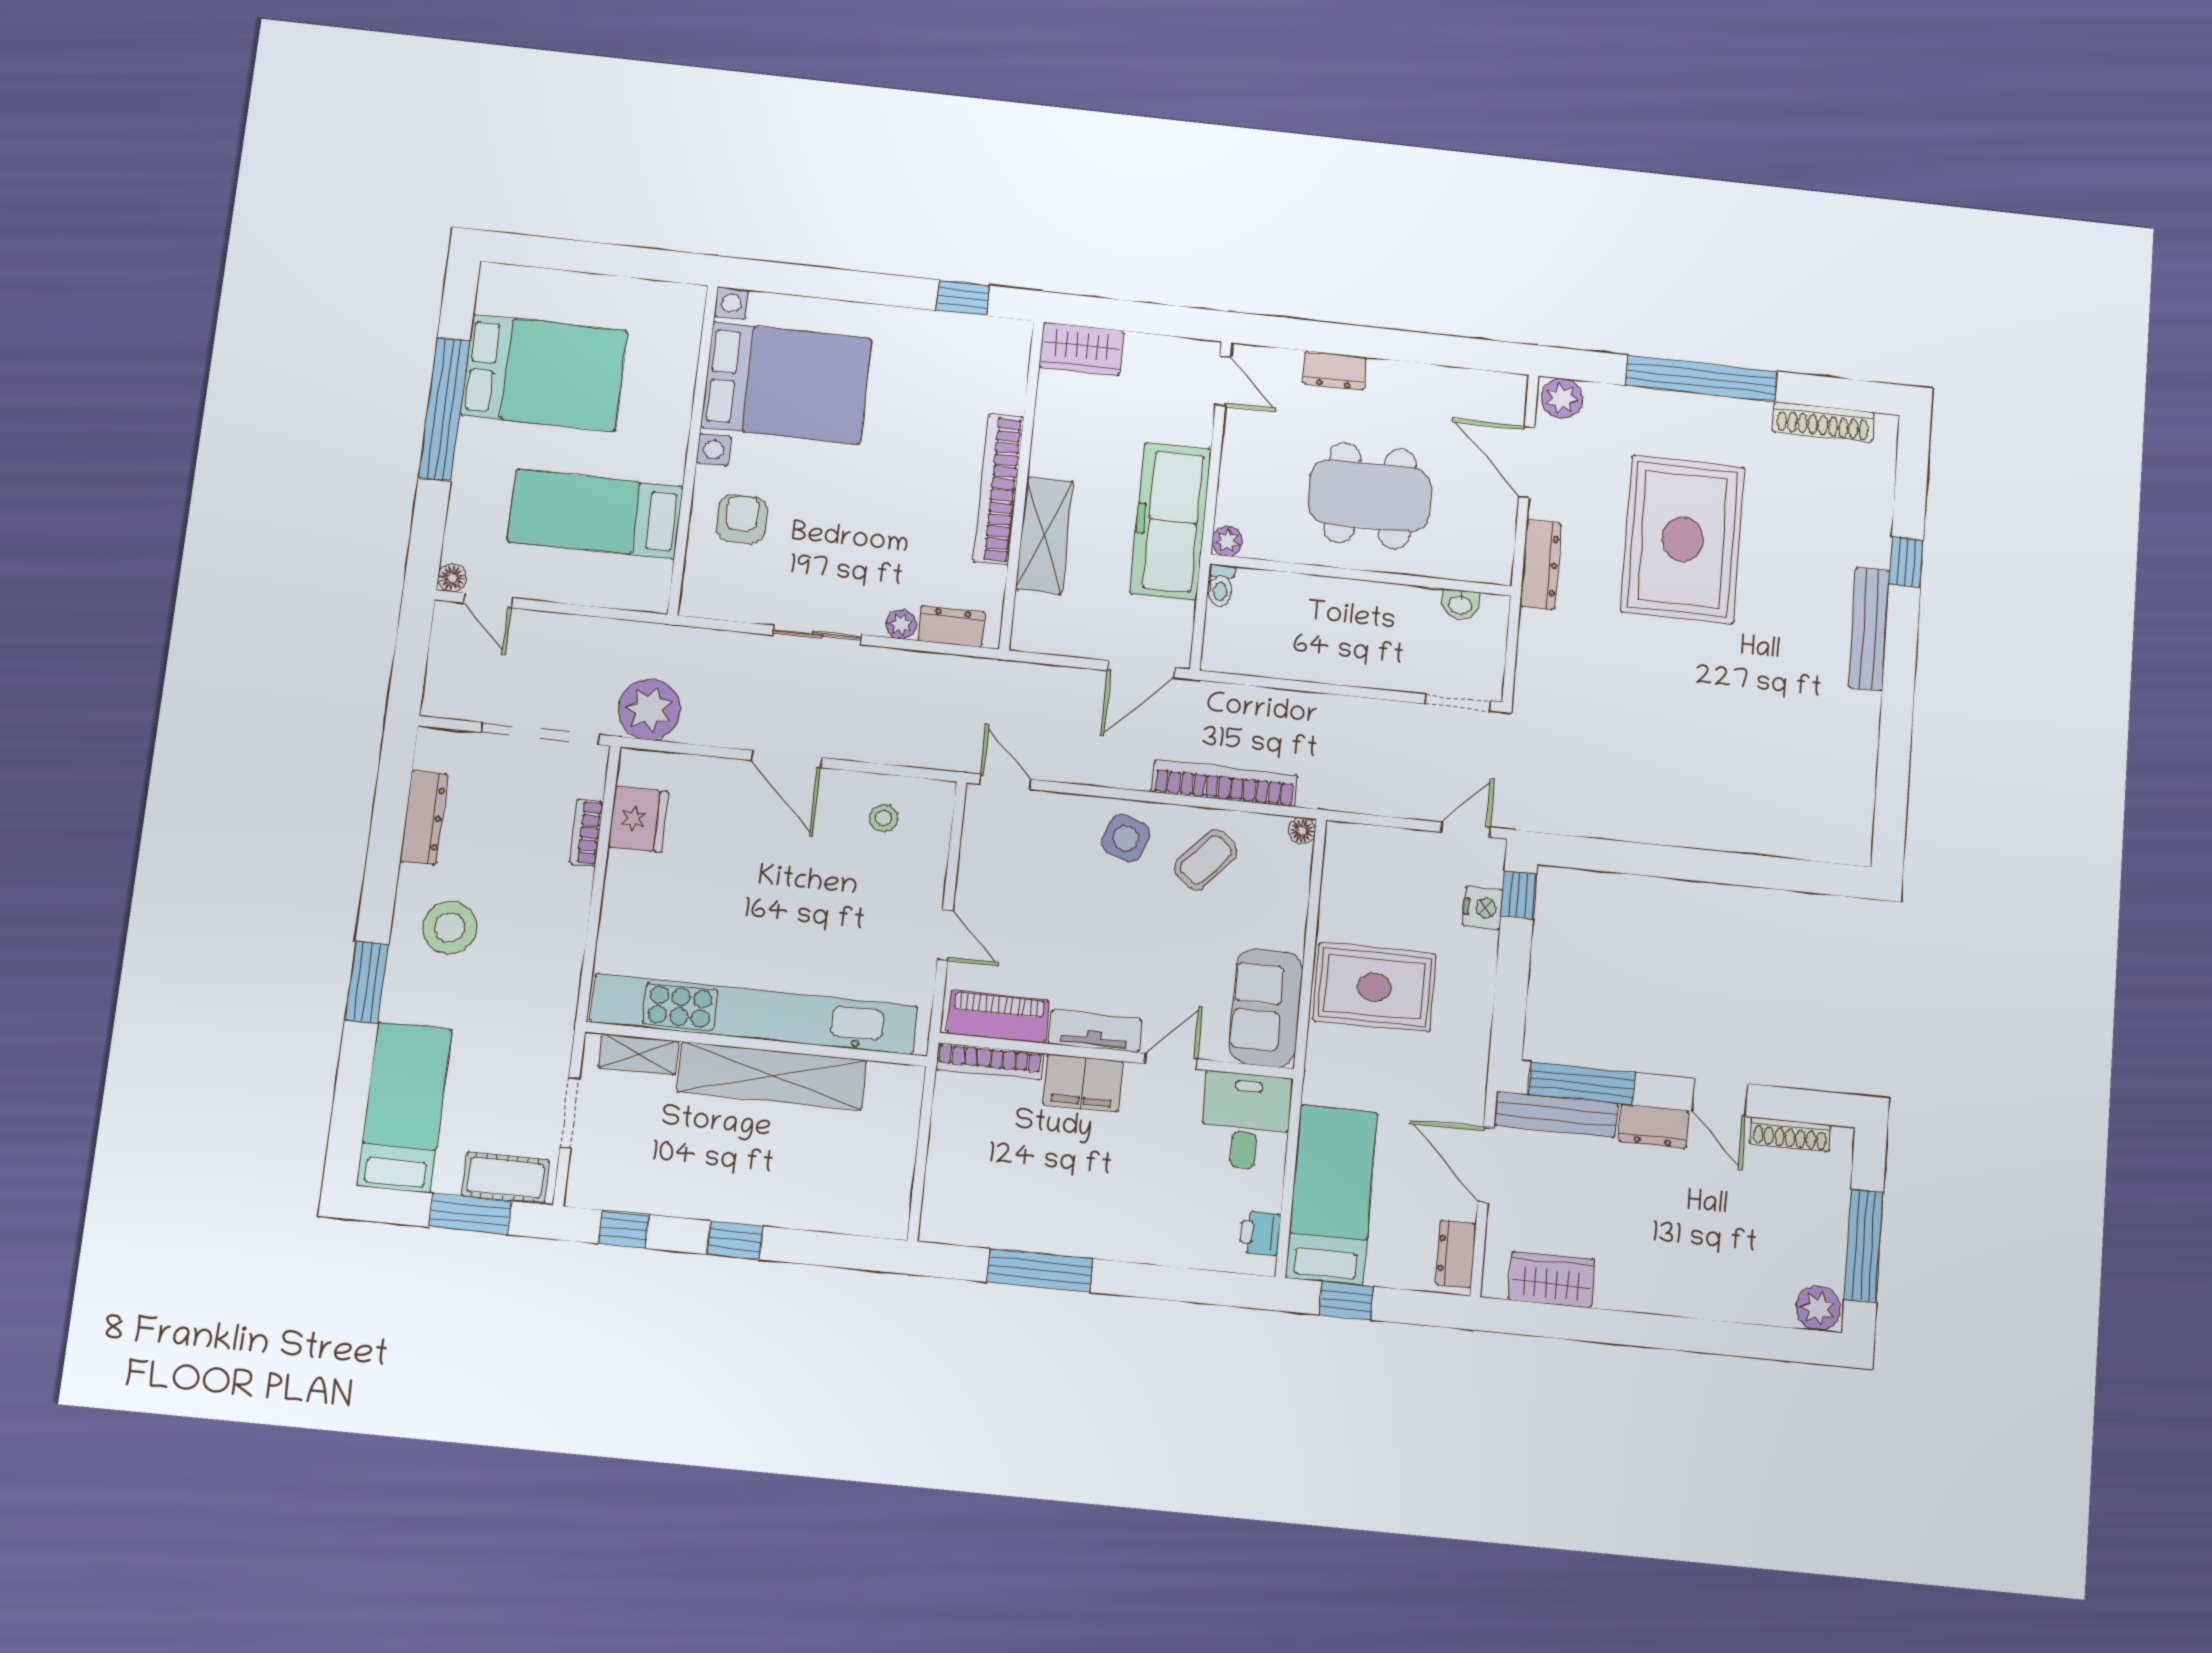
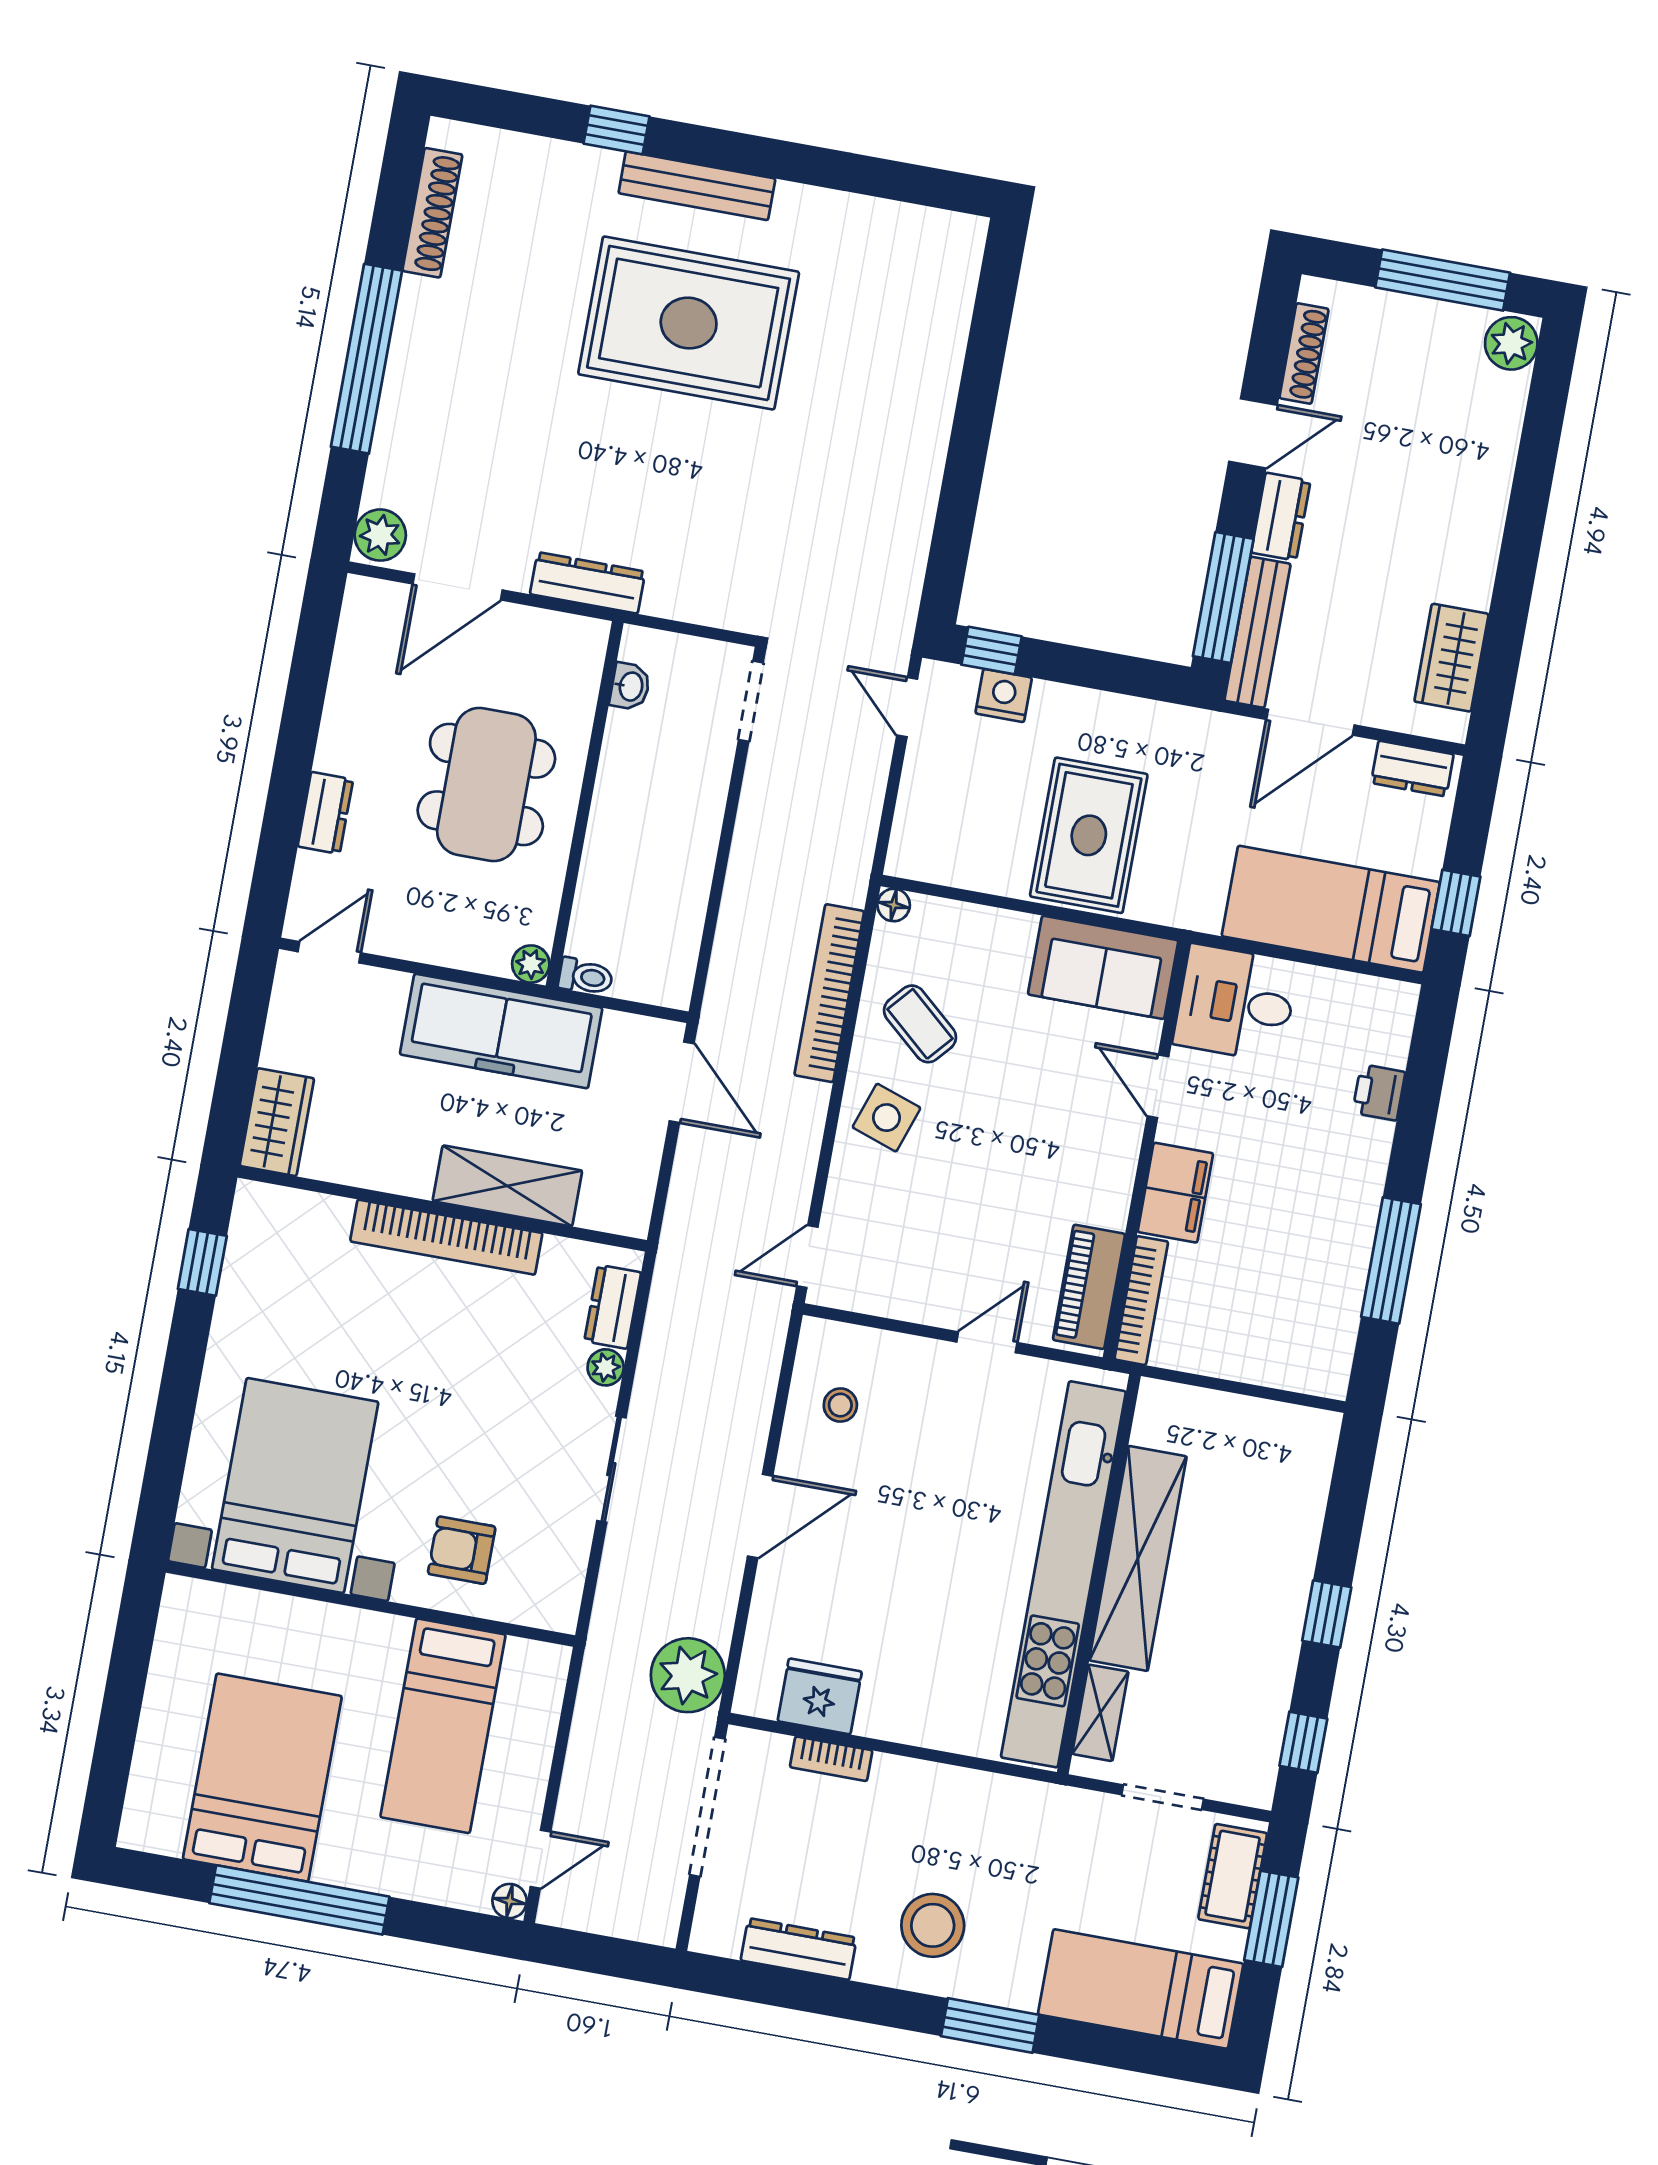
rug: (1683, 539) -> (689, 323), moved
tv unit: (1095, 1031) -> (1115, 1173), removed
printer: (1260, 1233) -> (1379, 1092), moved, turned 90

